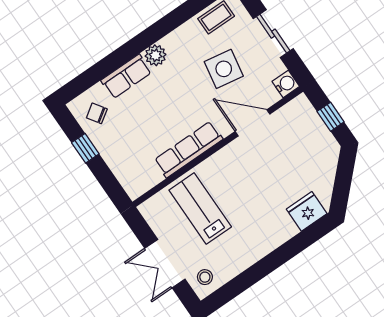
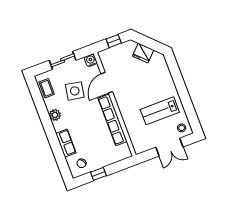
plant: (155, 55) -> (55, 115), moved
row of seats: (189, 150) -> (112, 120), width x1.36
lab bench: (200, 208) -> (160, 111), moved
fridge: (307, 211) -> (143, 53), moved, turned -45

